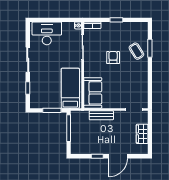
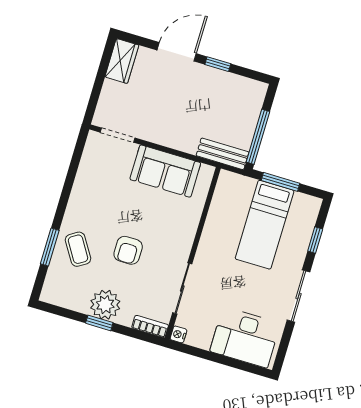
plant: (116, 29) -> (105, 305), added
bed: (70, 88) -> (265, 225), moved
sofa: (93, 93) -> (165, 171), moved, turned -90
bench: (101, 115) -> (222, 154), moved
wardrobe: (142, 134) -> (122, 61), moved

